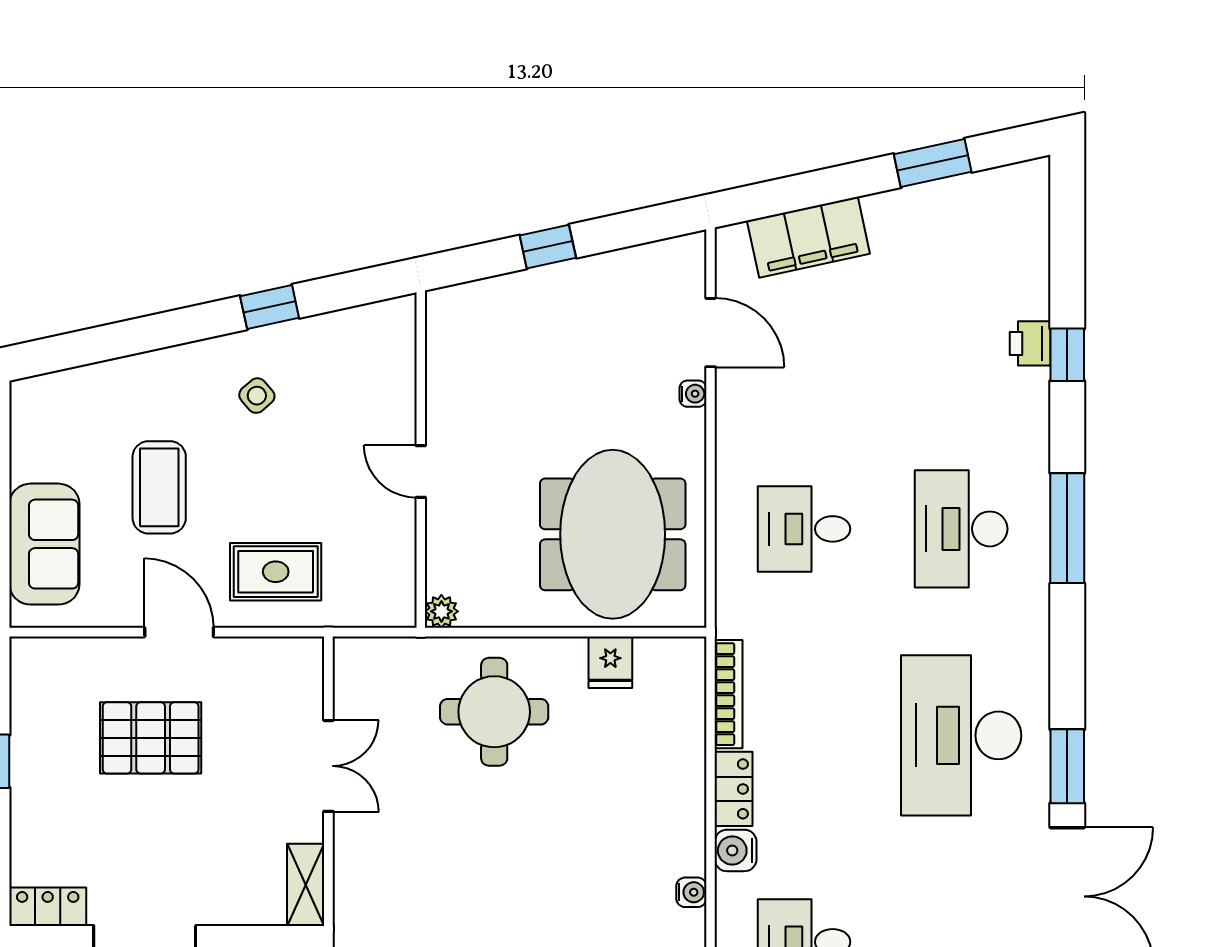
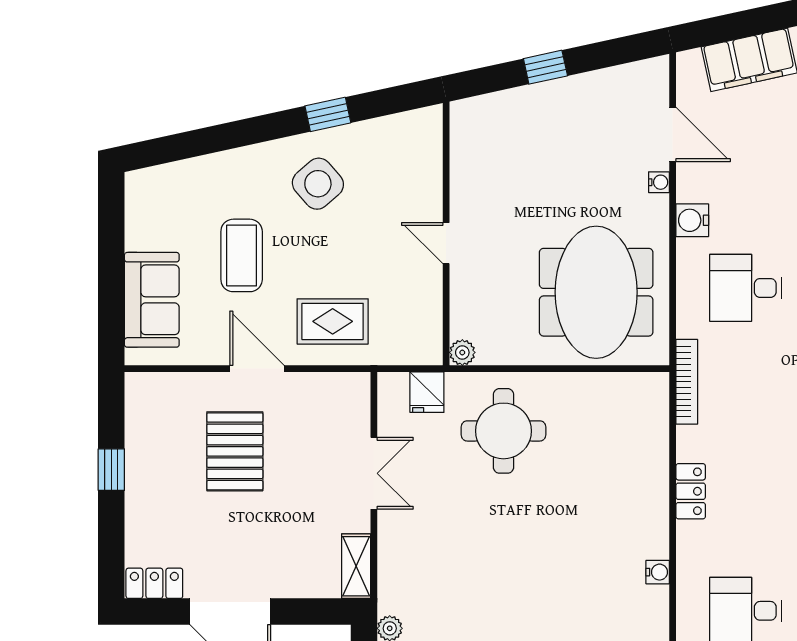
side table: (257, 396) -> (318, 184), width x1.87, depth x1.87
fridge: (610, 662) -> (427, 392), moved
bookcase: (729, 694) -> (687, 382), moved
pallet: (151, 738) -> (235, 451), turned 90
water cooler: (736, 850) -> (692, 220), moved

